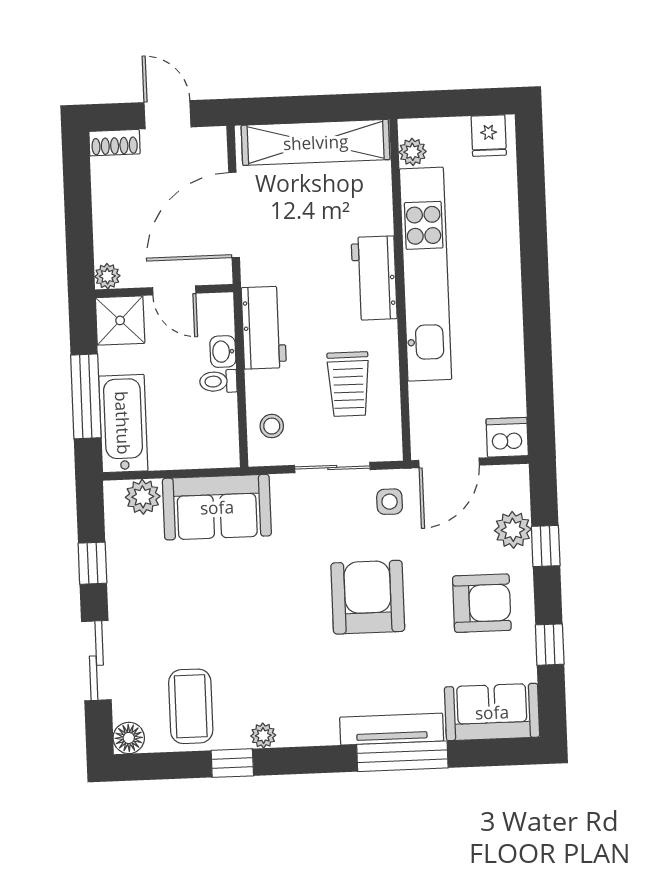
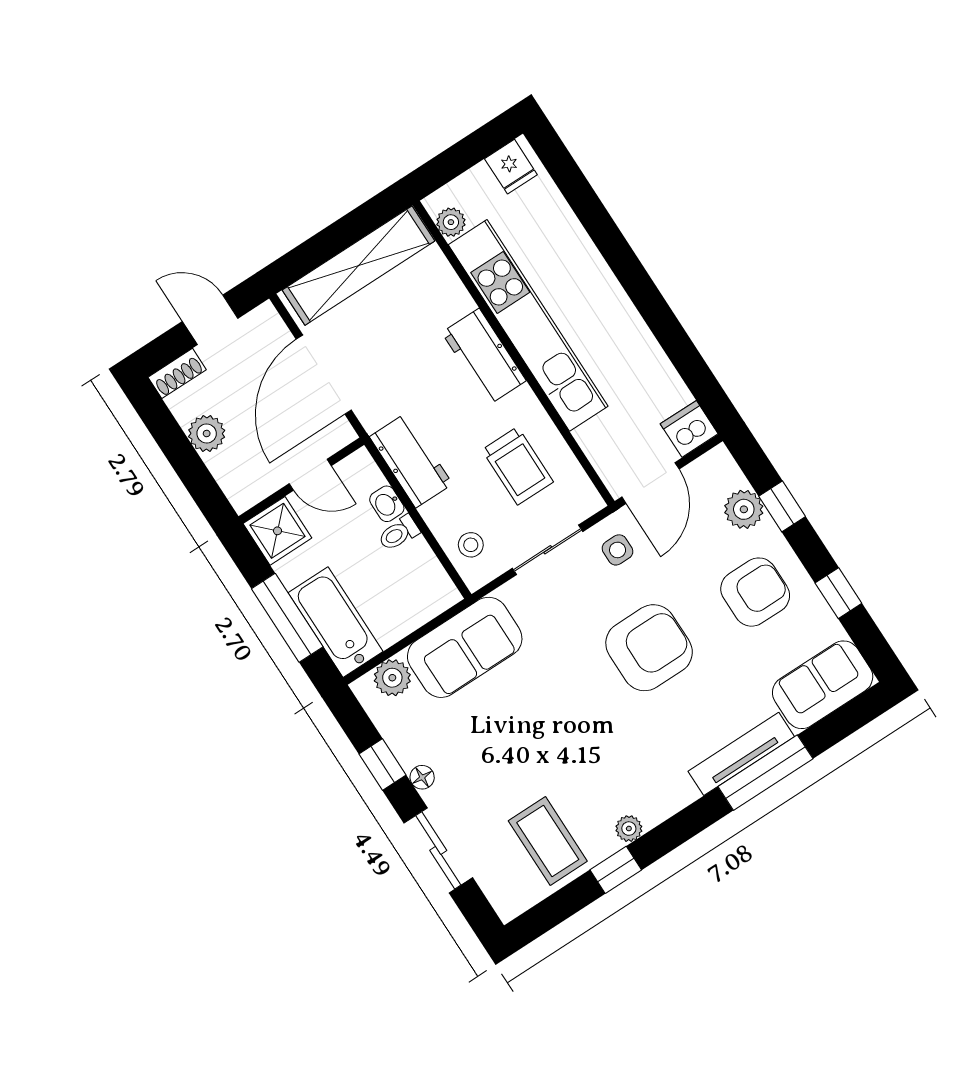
plant: (107, 276) -> (207, 433), moved, width x1.38, depth x1.38
armchair: (368, 597) -> (649, 648), turned 90
floor lamp: (129, 738) -> (422, 777), moved, width x0.73, depth x0.73

